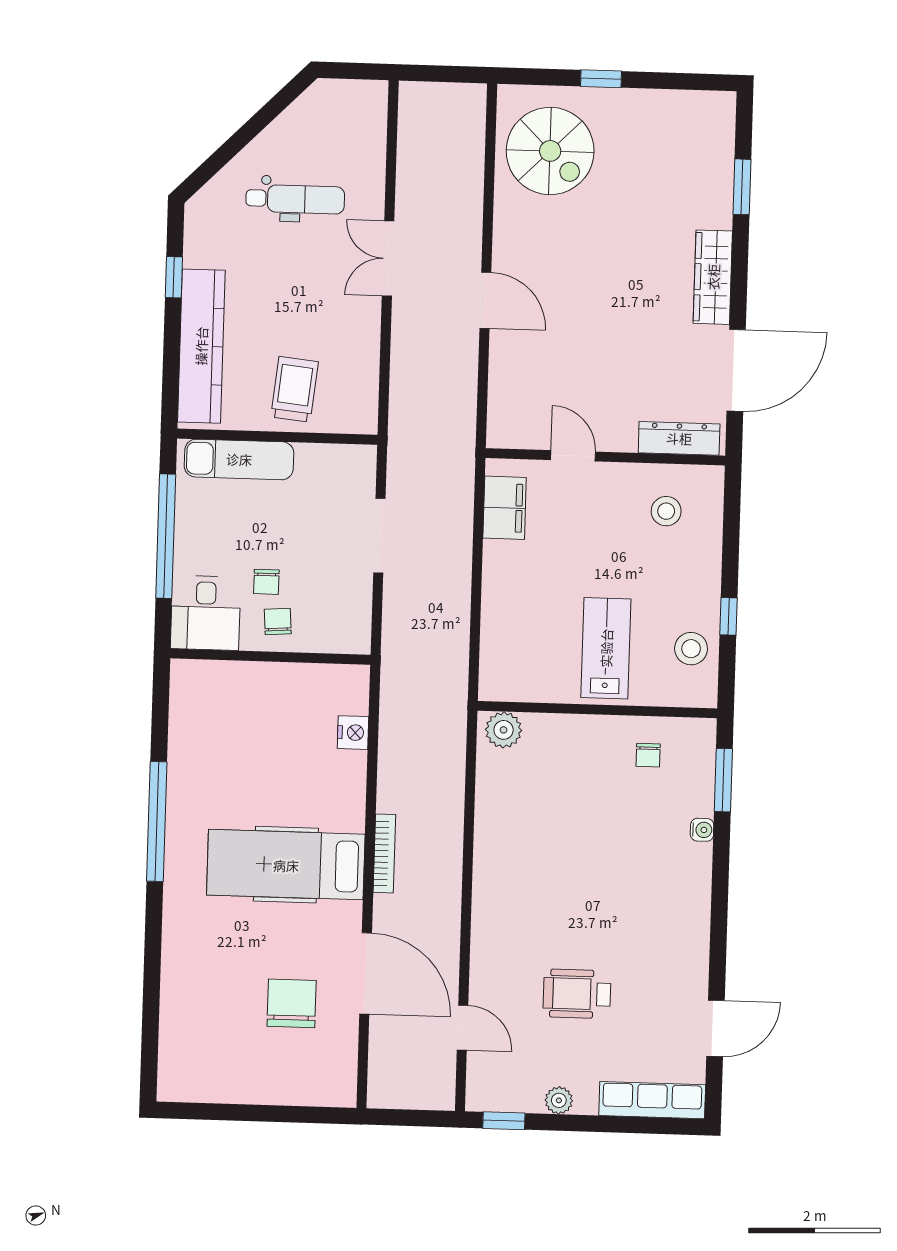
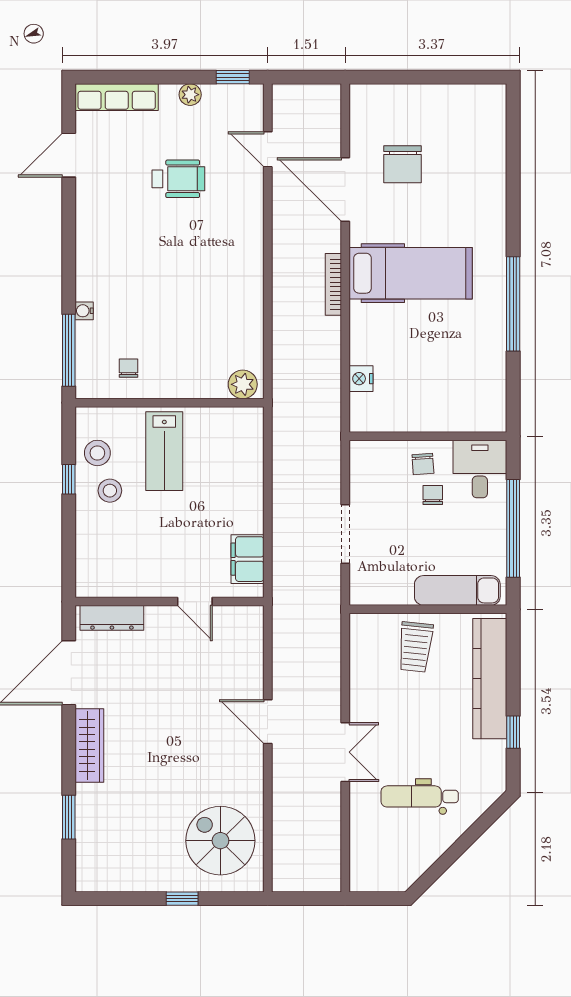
stool: (666, 511) -> (110, 491), moved
window: (723, 780) -> (69, 350), width x1.44

